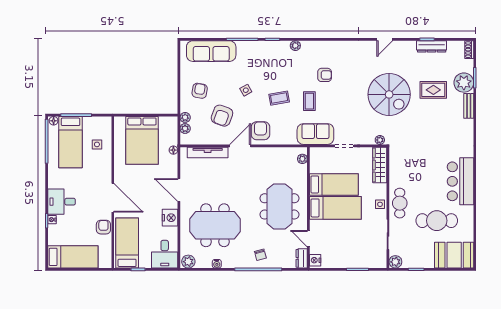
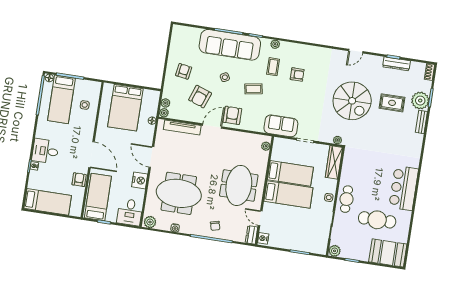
sofa: (211, 51) -> (230, 45), moved, width x1.36, depth x1.27
coffee table: (309, 101) -> (273, 67), moved
plant: (185, 117) -> (164, 113), moved

